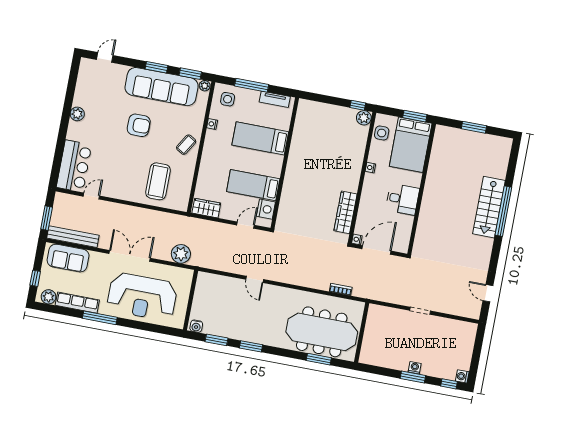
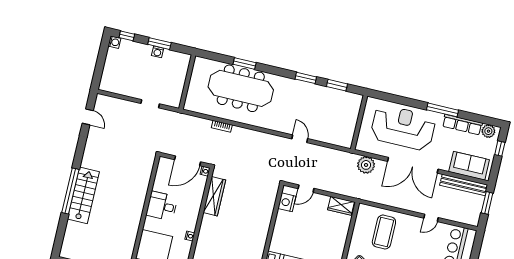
bed: (253, 185) -> (297, 225), removed
door: (91, 196) -> (431, 218), moved
double door: (130, 256) -> (413, 165), width x1.36
water cooler: (196, 326) -> (355, 99), removed
wall: (362, 332) -> (187, 82), moved

